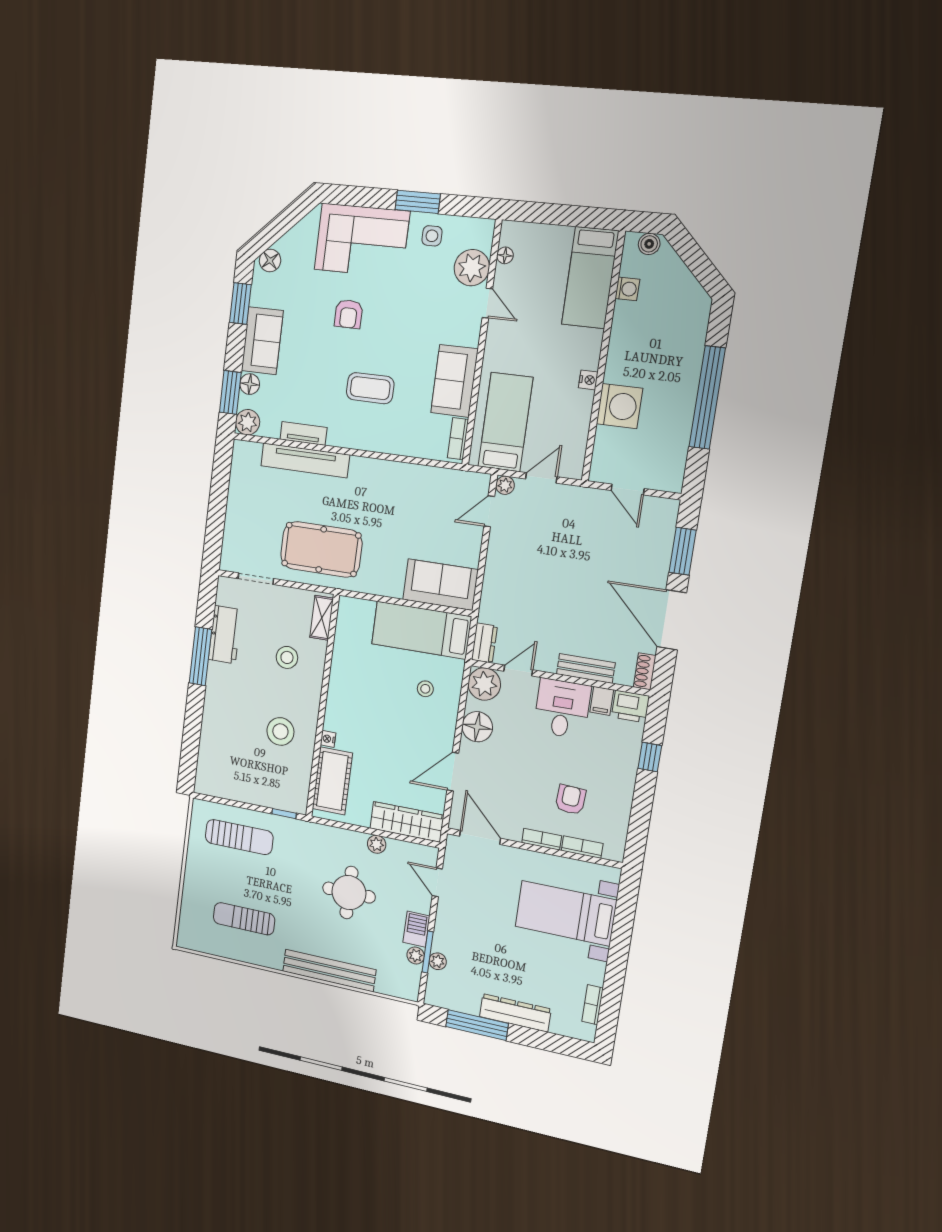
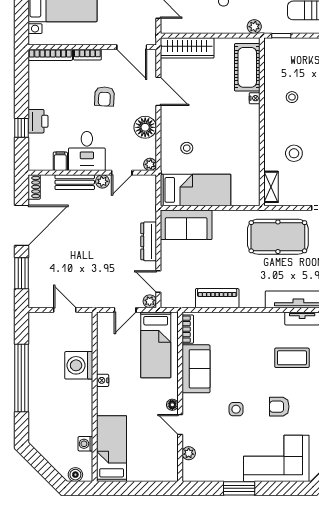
side table: (432, 236) -> (236, 409), moved
floor lamp: (505, 255) -> (172, 405), moved
plant: (472, 268) -> (189, 453), width x0.53, depth x0.53
armchair: (349, 314) -> (279, 407), turned -90
coffee table: (370, 388) -> (292, 358), moved
piano: (412, 477) -> (217, 298), added
door: (489, 511) -> (158, 282), swing flipped
door: (672, 620) -> (21, 225), hinge flipped
dresser: (484, 643) -> (149, 241), moved, width x1.44
plant: (547, 663) -> (102, 181), added
plant: (484, 684) -> (150, 164), width x0.53, depth x0.53
printer: (630, 707) -> (38, 121), moved, turned 90
stool: (280, 731) -> (292, 97), width x0.53, depth x0.53
door: (453, 772) -> (158, 91), hinge flipped
armchair: (570, 800) -> (105, 96), moved
plant: (377, 844) -> (254, 27), moved
bookcase: (582, 847) -> (50, 55), width x1.56

